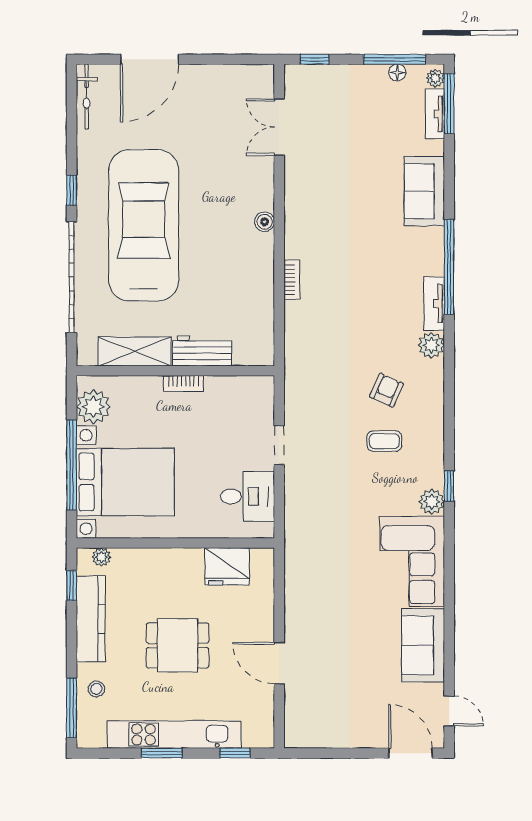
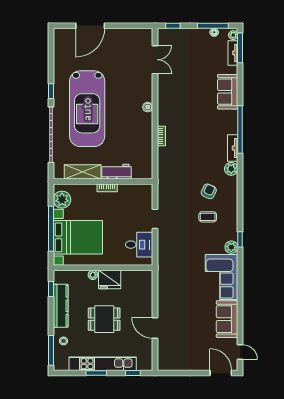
bicycle: (87, 97) -> (59, 44), removed
double door: (279, 127) -> (155, 60), swing flipped
car: (144, 225) -> (87, 109), turned 180
plant: (101, 557) -> (93, 275), moved
fridge: (227, 566) -> (110, 280), moved

